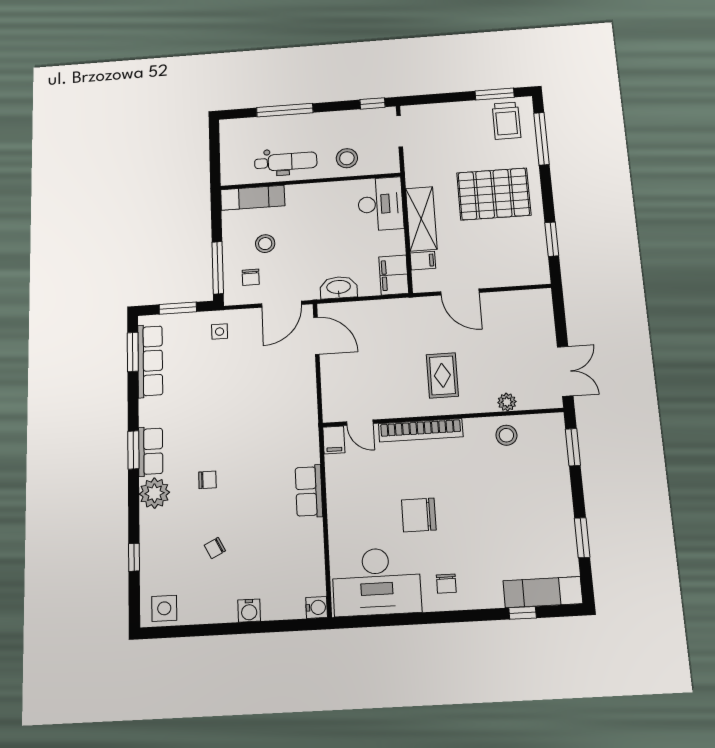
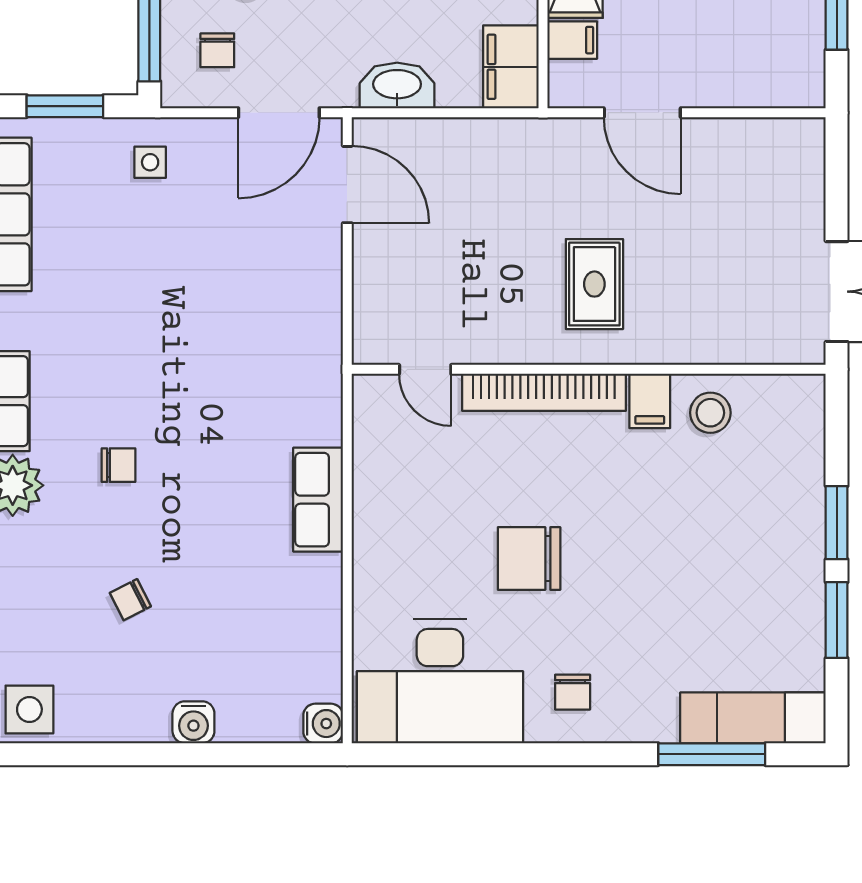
plant: (507, 402) -> (717, 347), removed
filing cabinet: (334, 440) -> (650, 401), moved
window: (573, 447) -> (837, 523), moved
window: (523, 613) -> (712, 754), width x2.17

